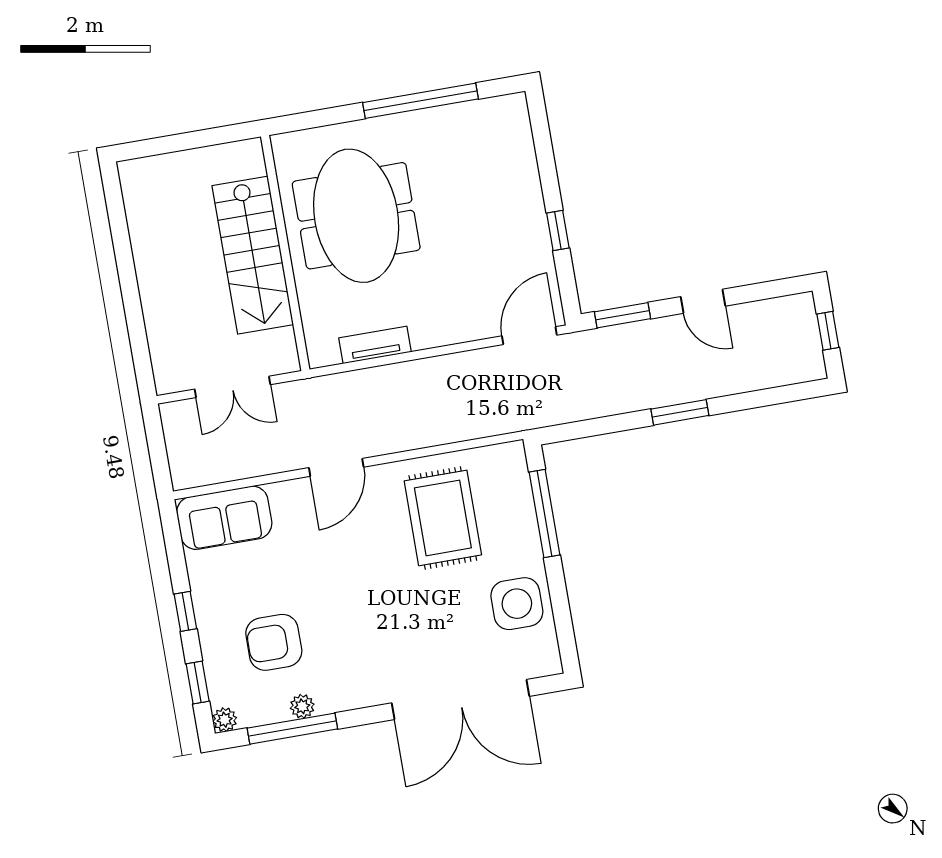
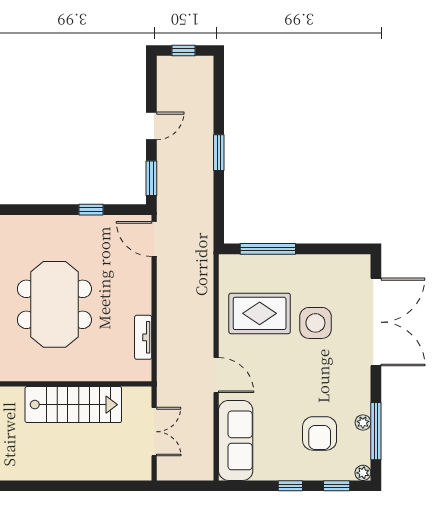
meeting table: (356, 216) -> (54, 304), moved, turned 90
sofa: (224, 518) -> (236, 440), width x1.36
side table: (517, 604) -> (315, 323), moved

